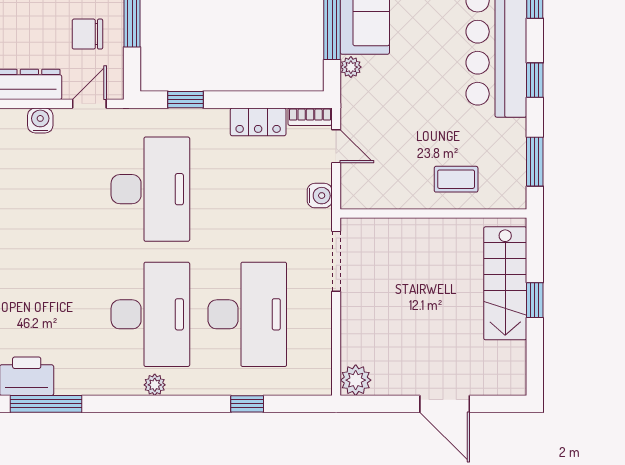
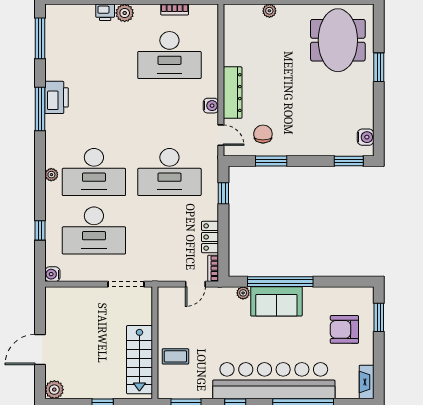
coffee table: (456, 179) -> (175, 356), turned 90
water cooler: (320, 196) -> (52, 274), moved, turned 90
stairs: (505, 283) -> (139, 360), moved, turned -90
plant: (356, 380) -> (54, 390), moved

